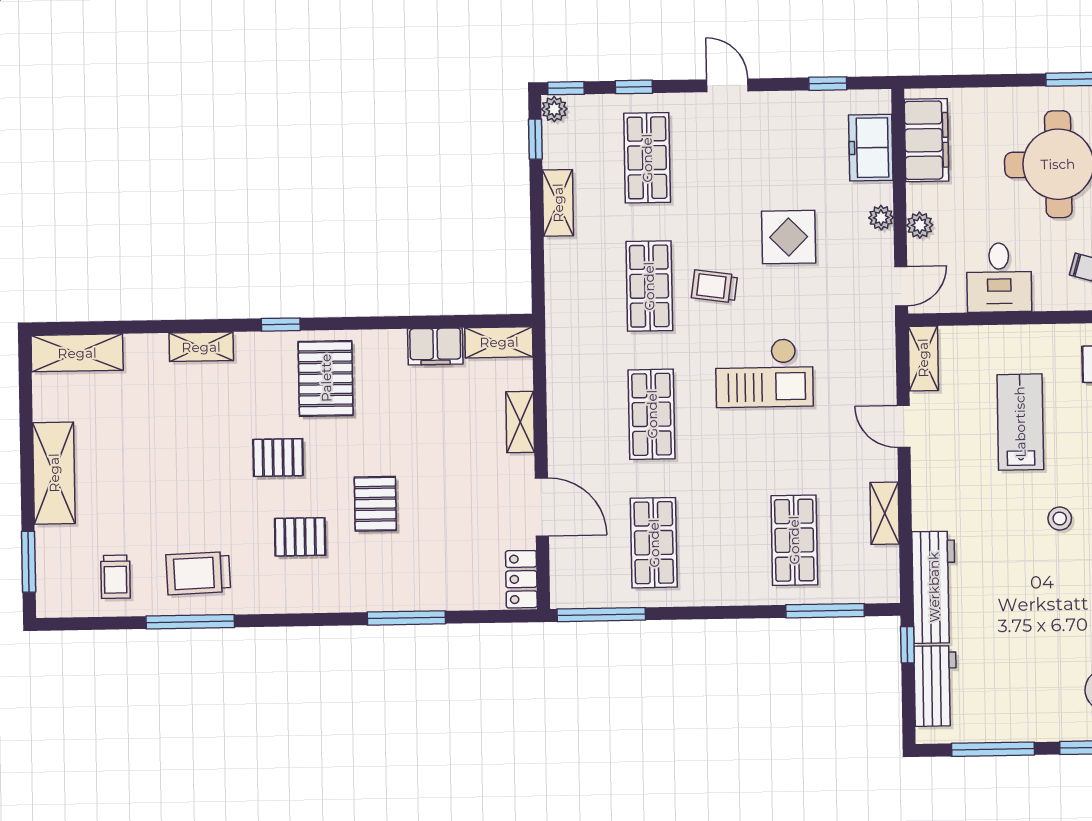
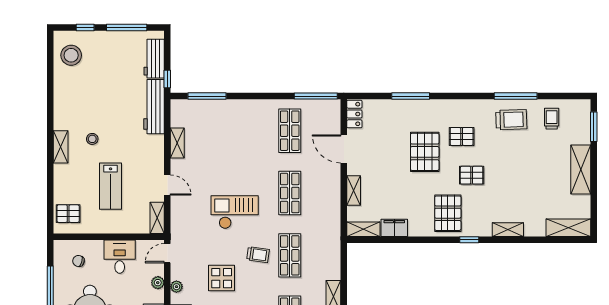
pallet: (375, 504) -> (425, 152), width x1.50, depth x1.42
shop shelf: (794, 540) -> (221, 131), removed

